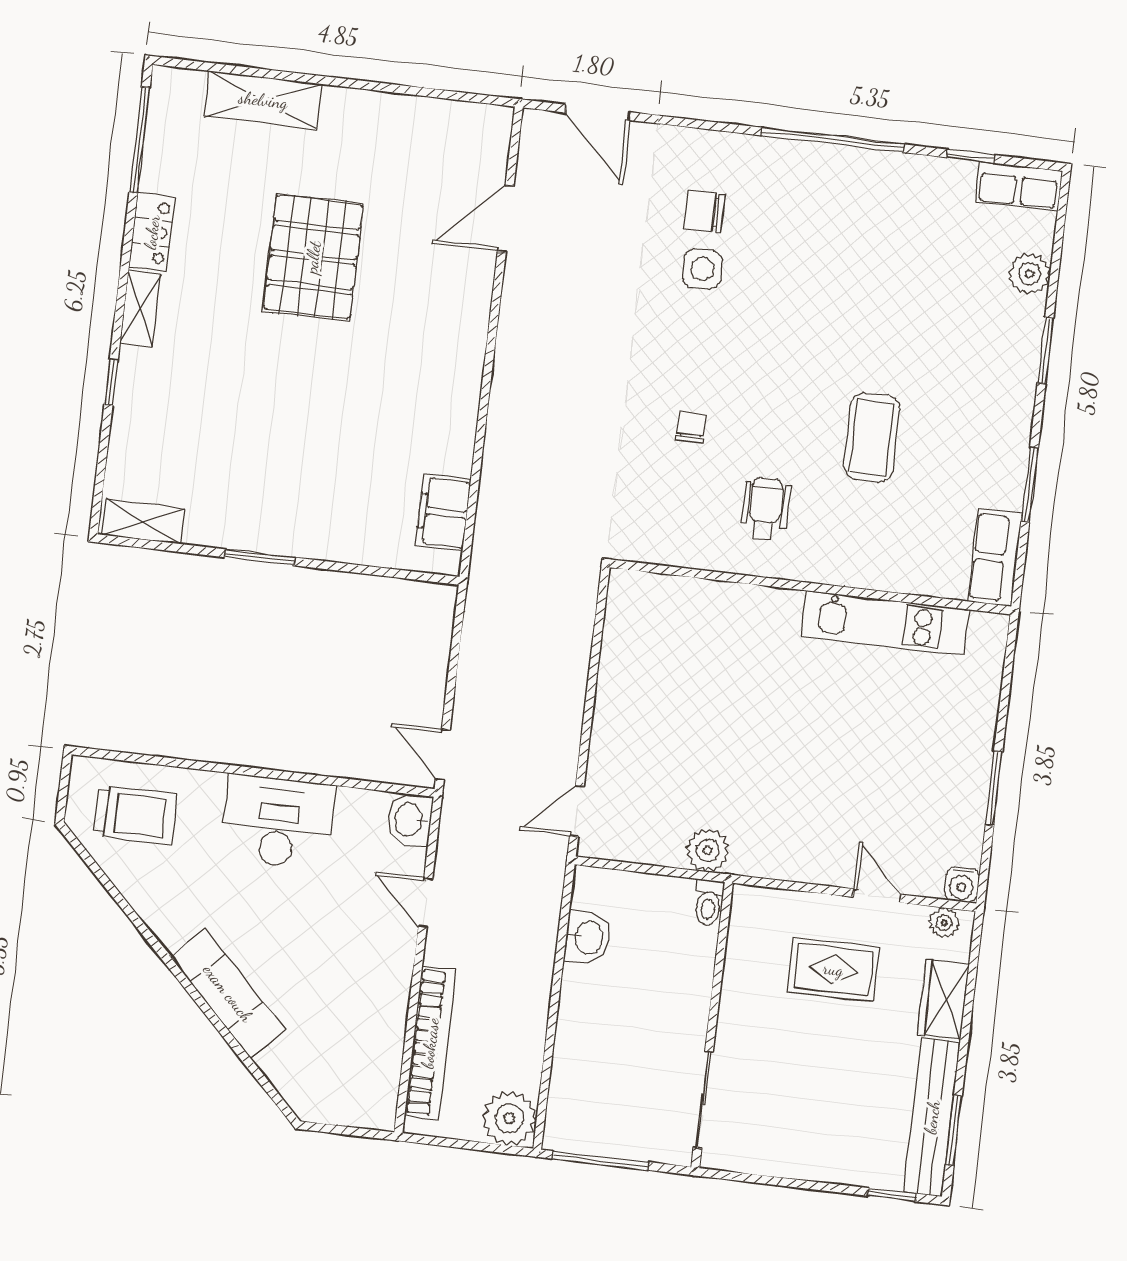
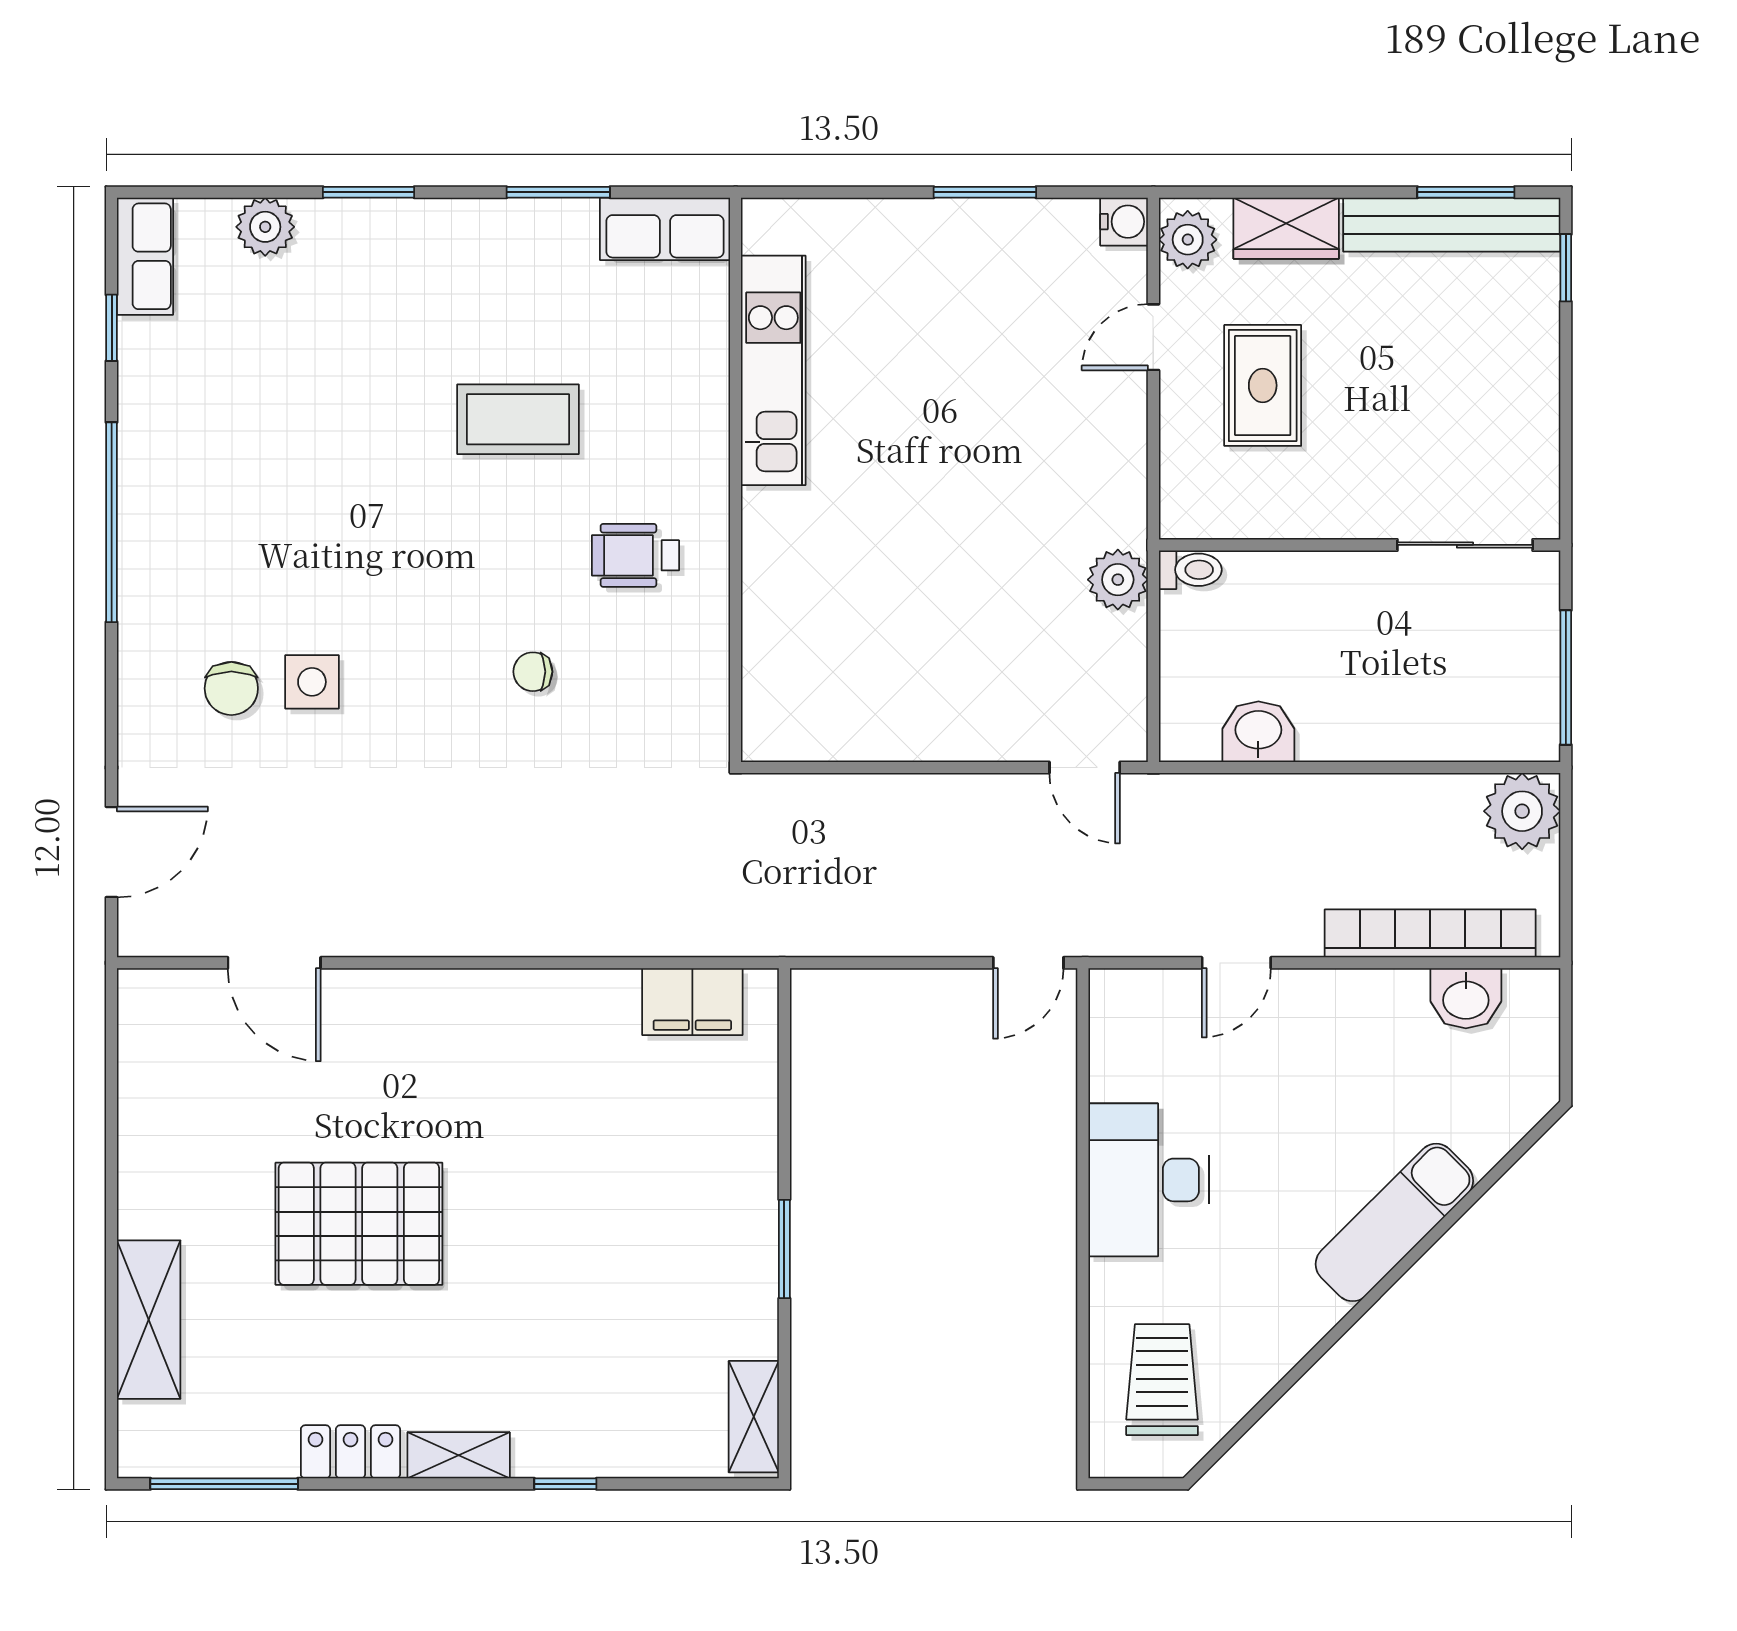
washbasin: (410, 820) -> (1466, 998), moved
plant: (944, 923) -> (1188, 240), width x1.38, depth x1.38

